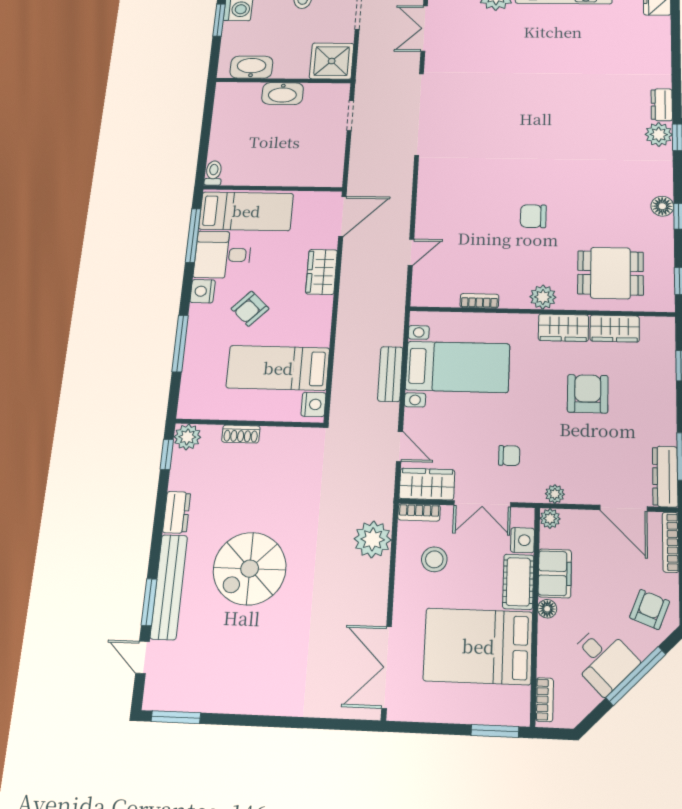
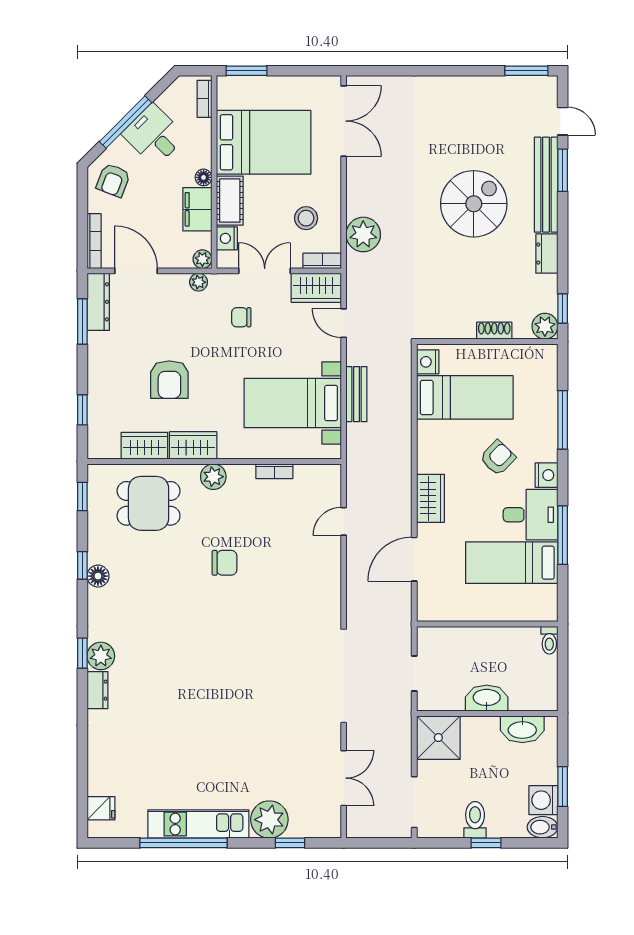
toilet: (213, 173) -> (549, 640), moved
wall: (273, 188) -> (487, 624), moved

